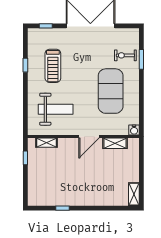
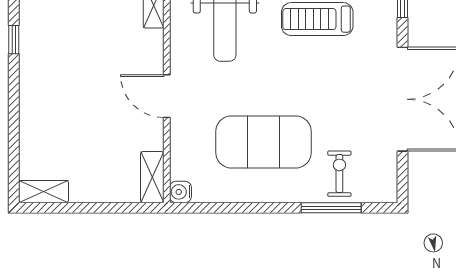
window: (141, 59) -> (331, 208), width x1.44
shelving: (115, 143) -> (152, 177), moved

